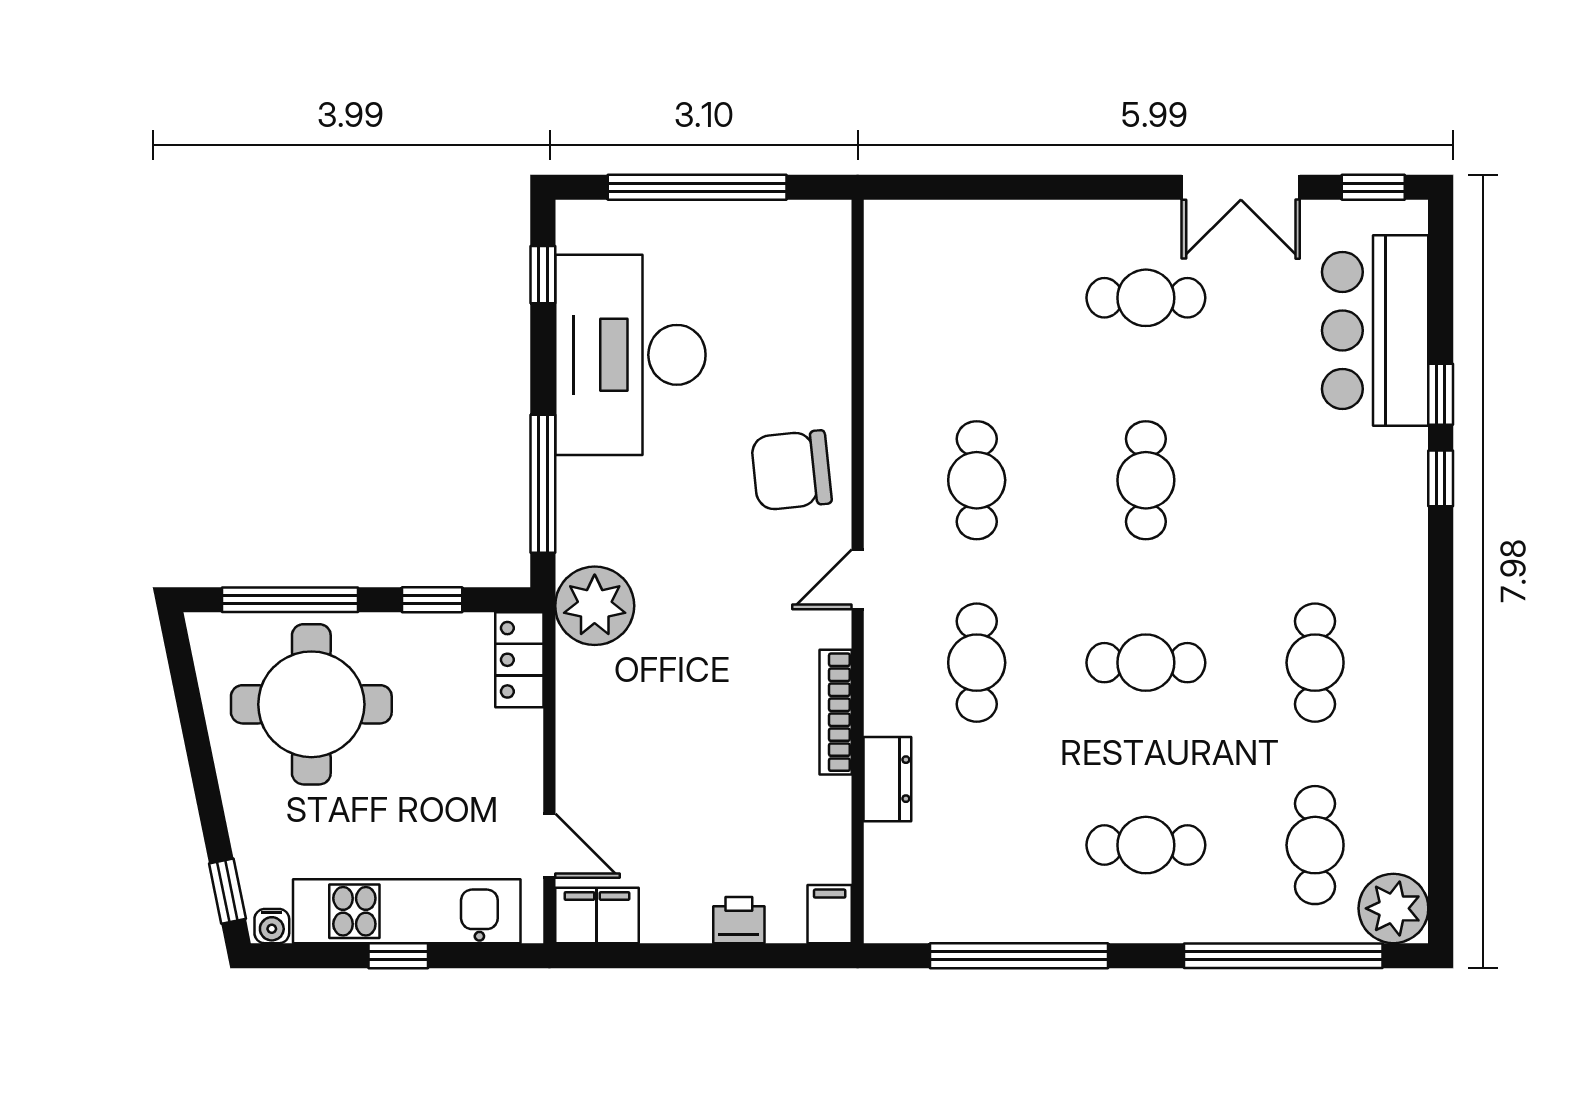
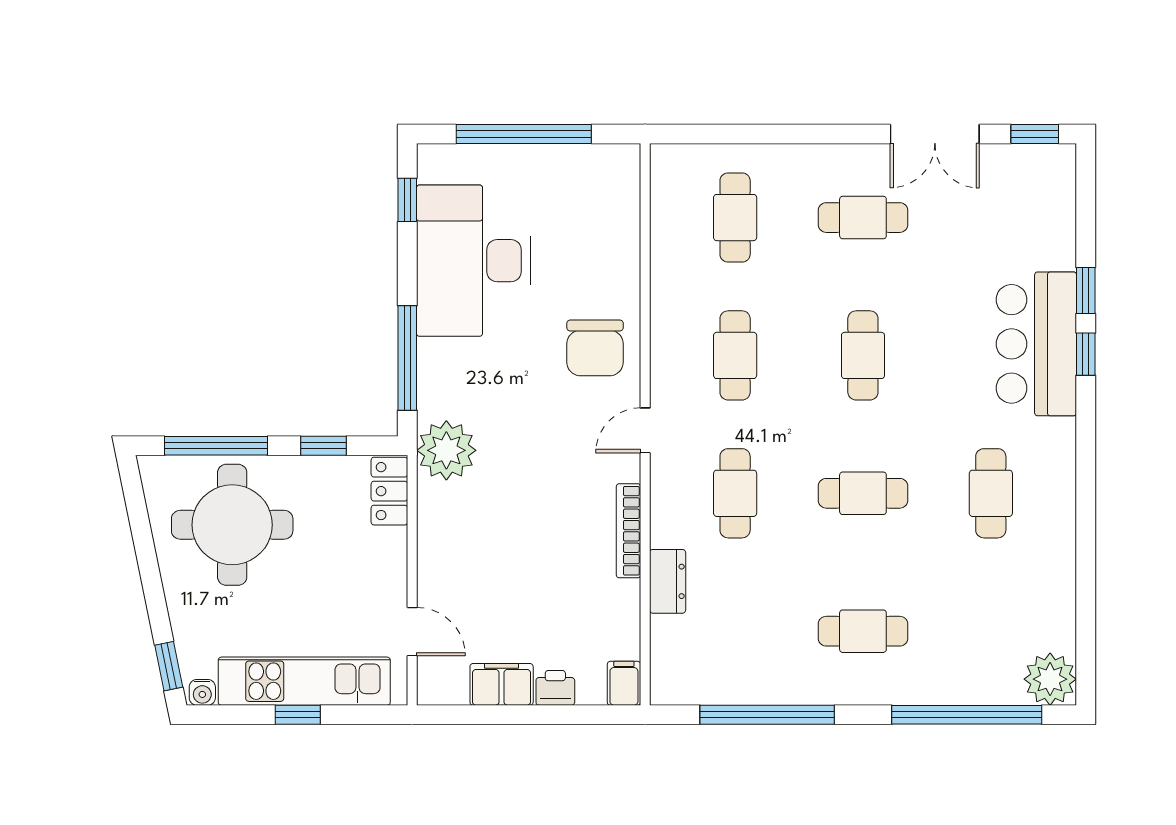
bar counter: (1375, 330) -> (1036, 344), moved
chair: (791, 470) -> (595, 348), turned -84
cafe table: (1315, 845) -> (735, 218), moved
filing cabinet: (597, 915) -> (502, 684), moved

